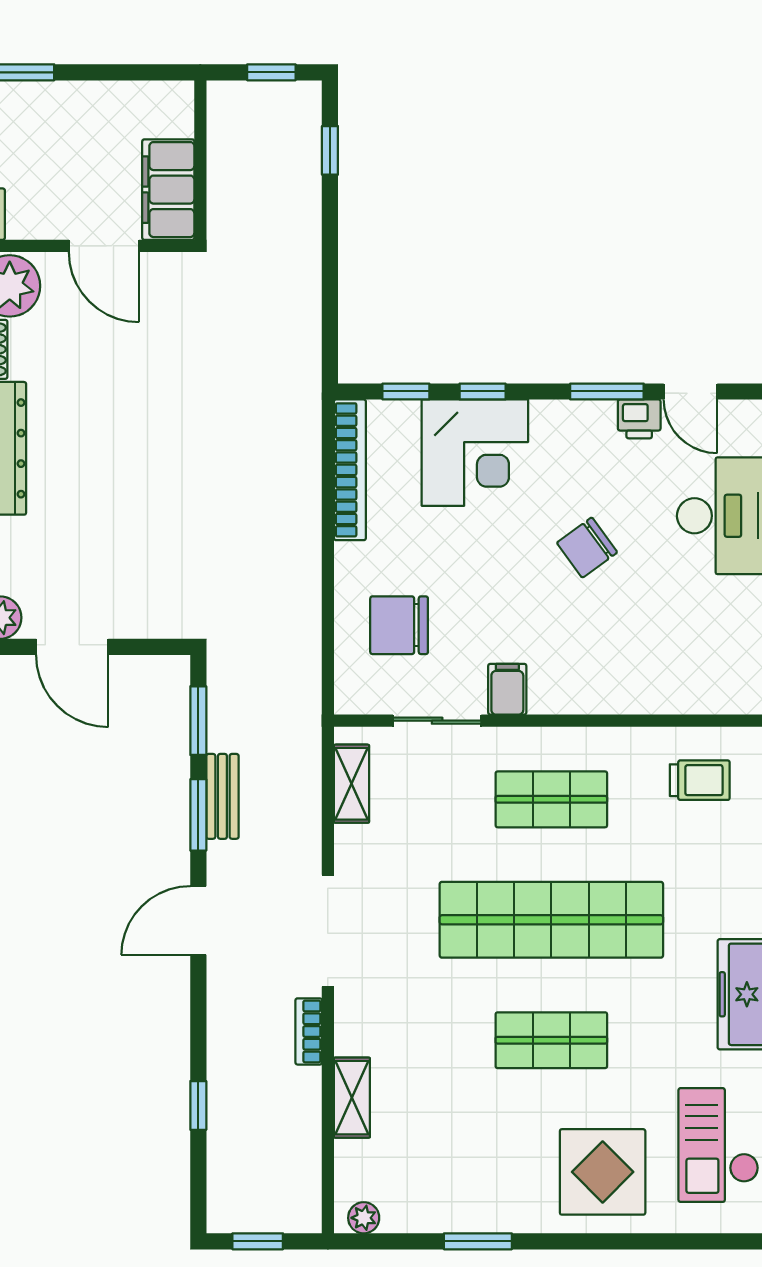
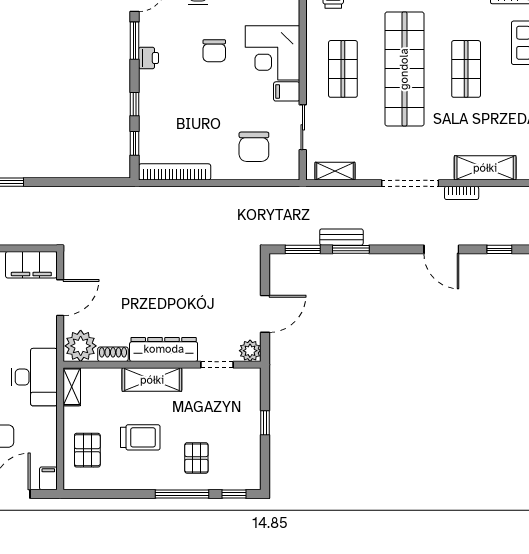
printer: (639, 419) -> (149, 58), moved
corner desk: (475, 453) -> (273, 53), moved, turned 180
chair: (587, 548) -> (214, 51), turned 36
door: (198, 921) -> (441, 249), moved
shelving: (352, 1098) -> (485, 168), width x1.50, depth x1.33

